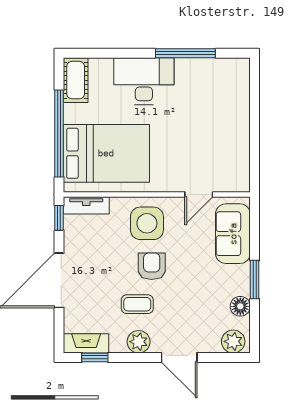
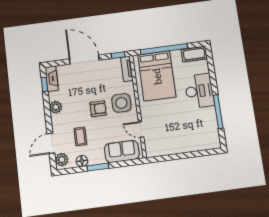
coffee table: (137, 304) -> (80, 136), moved
door: (179, 357) -> (51, 143), moved

